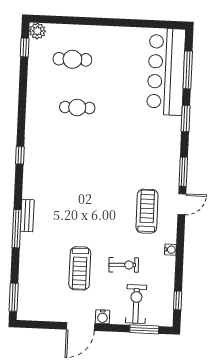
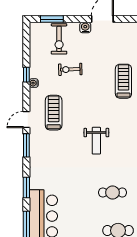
weight bench: (95, 174) -> (96, 141), added
treadmill: (147, 211) -> (54, 113), turned 180
treadmill: (80, 268) -> (123, 81), moved
window: (178, 300) -> (26, 75), moved

